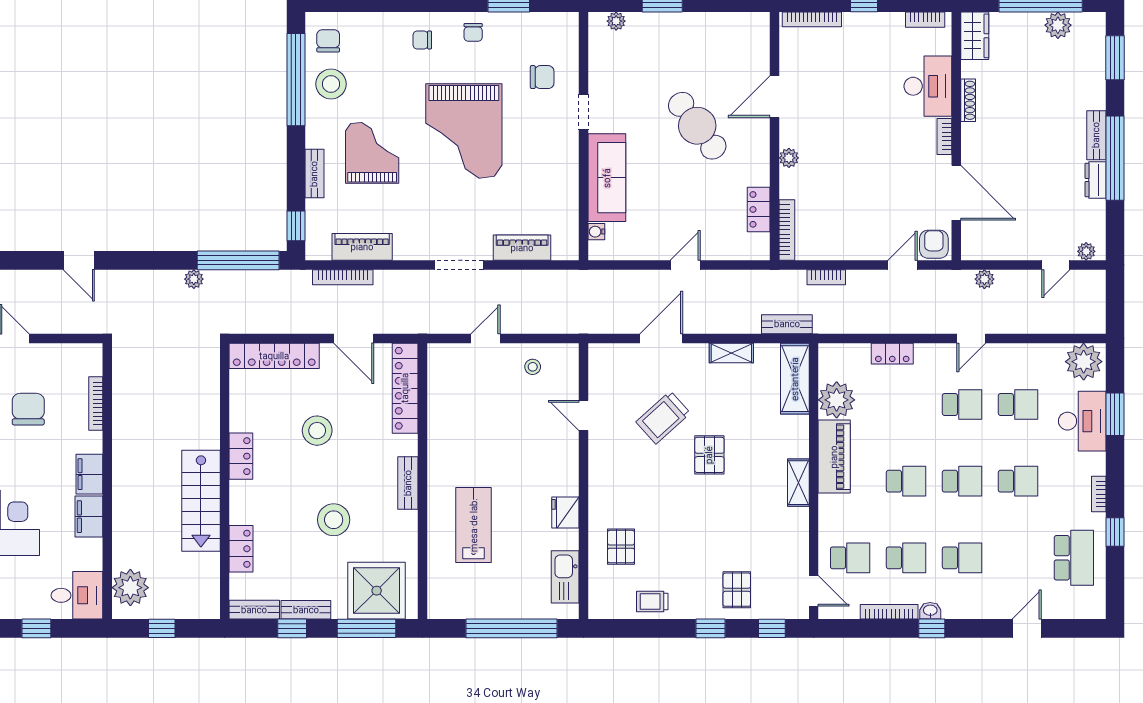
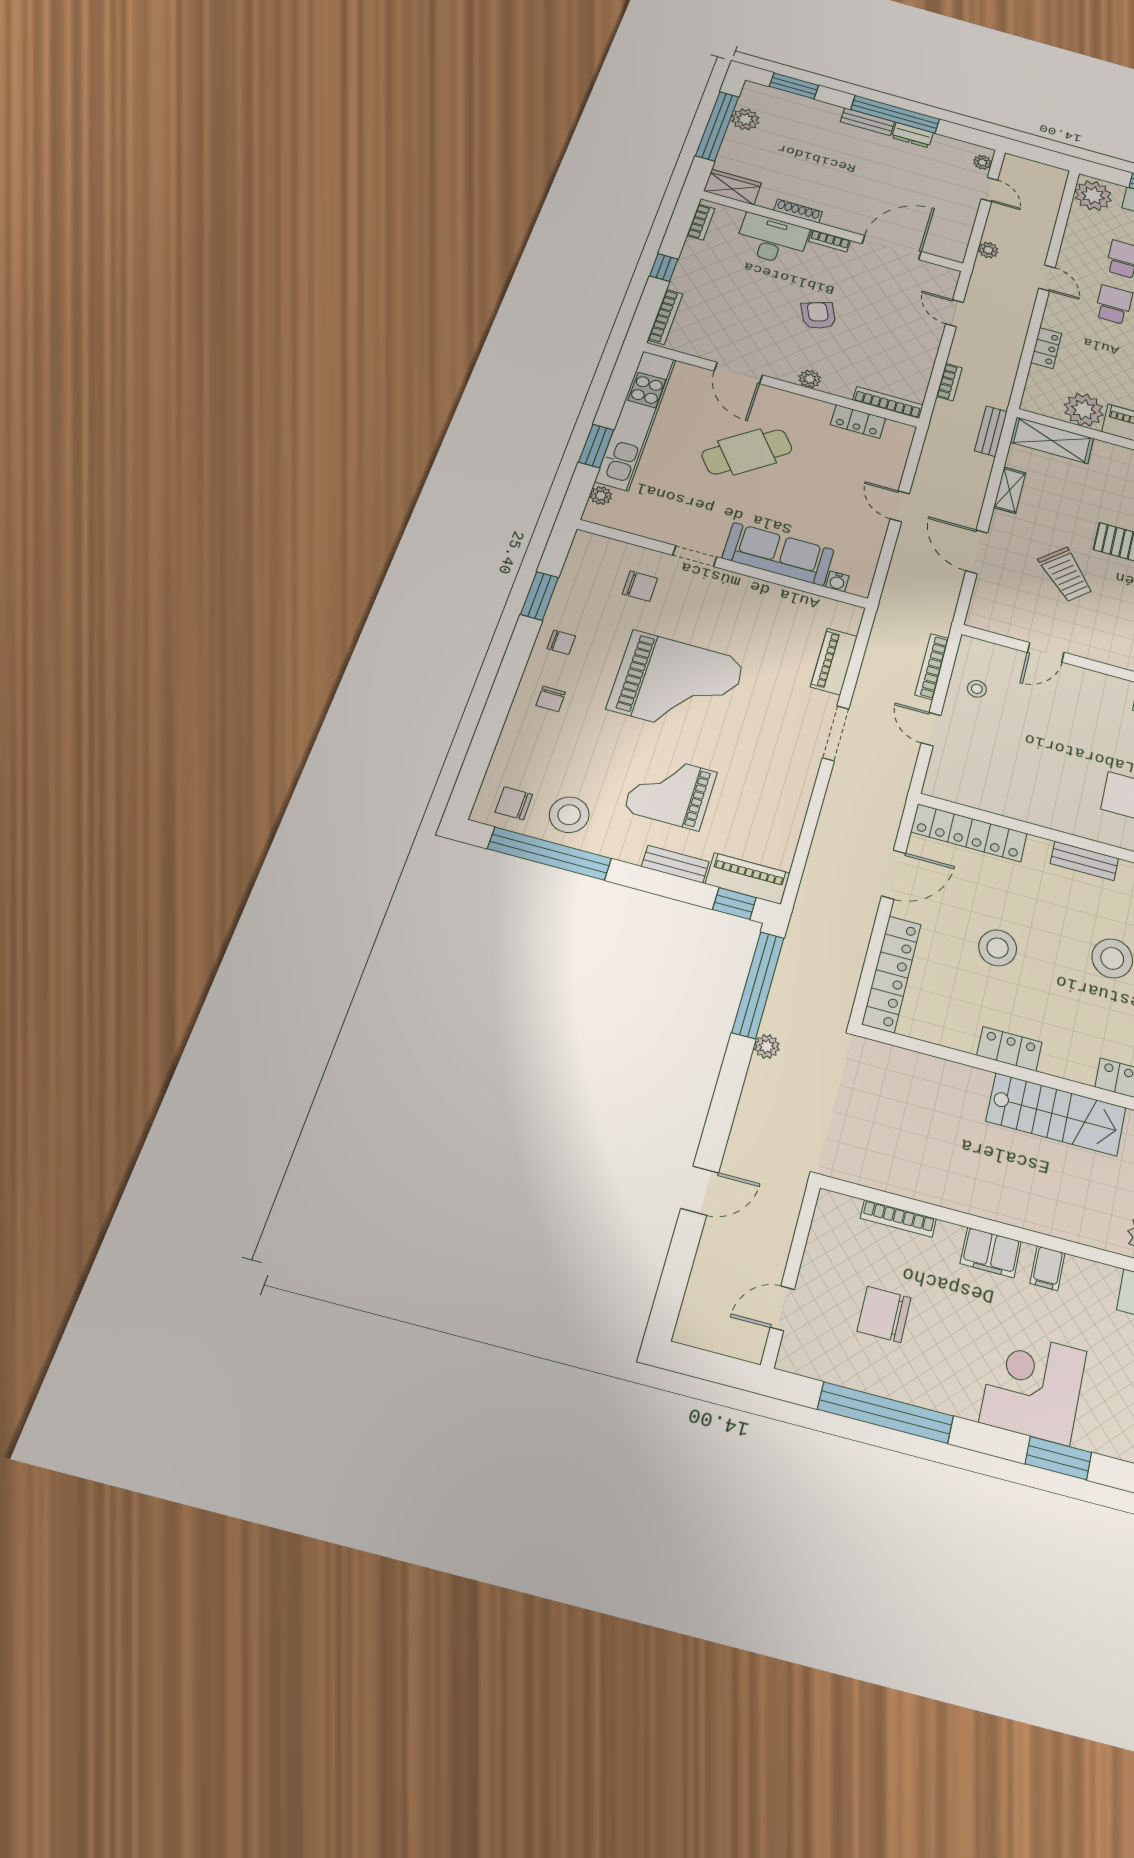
kitchen unit: (699, 27) -> (636, 420), added
chair: (542, 77) -> (640, 586), turned 90
armchair: (934, 244) -> (818, 315), moved, turned 68
piano: (362, 247) -> (747, 878), moved, turned 90
bookcase: (343, 277) -> (932, 667), moved, turned 180
filing cabinet: (89, 517) -> (1047, 1268), width x0.50

